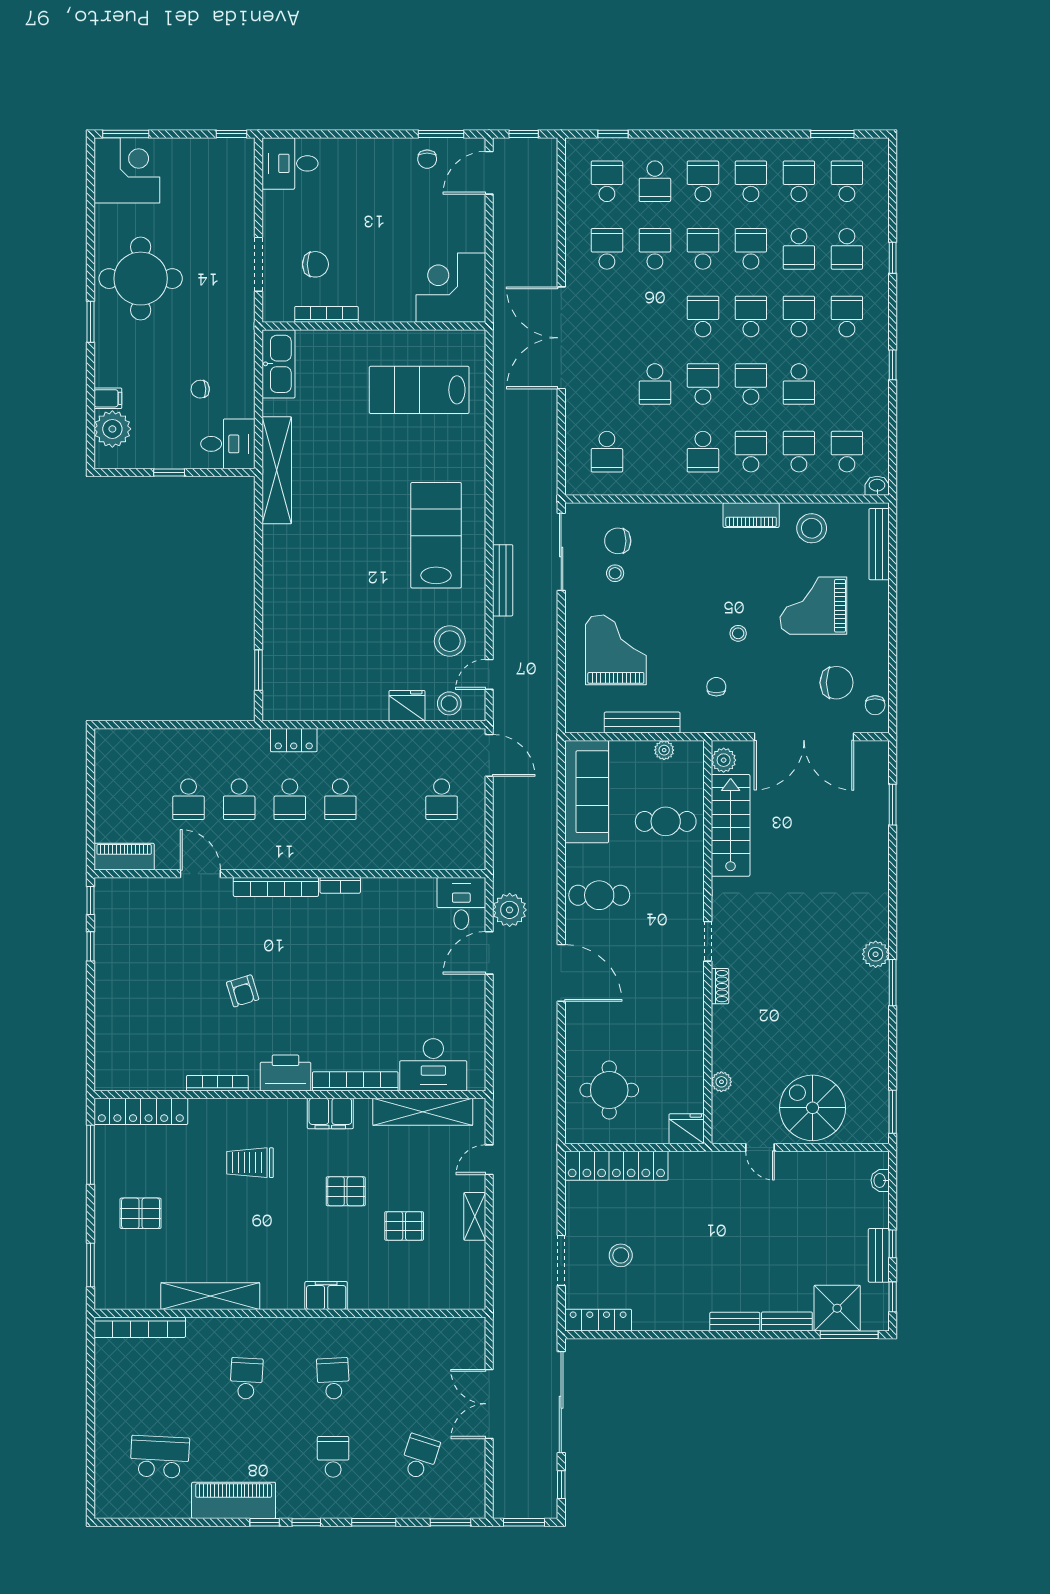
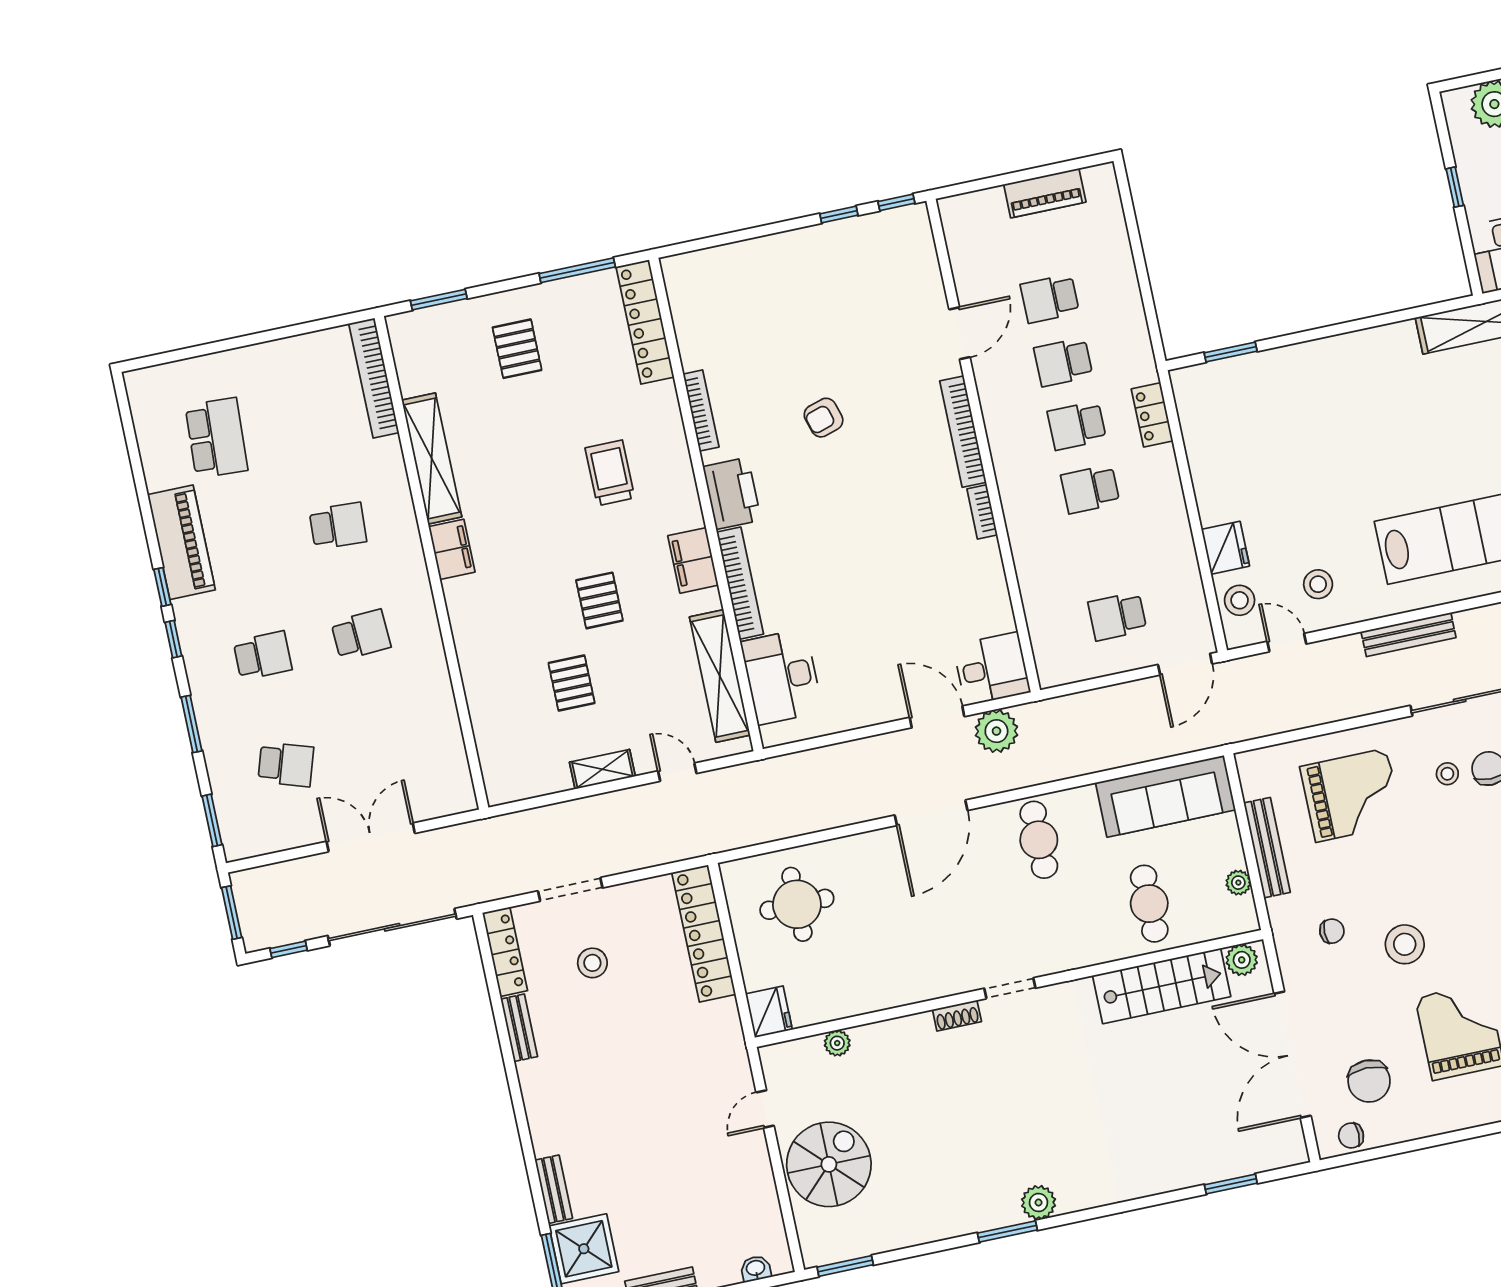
stool: (738, 633) -> (1405, 944), width x1.89, depth x1.89
stool: (450, 641) -> (1318, 584), width x0.73, depth x0.73
piano: (124, 857) -> (1045, 193), moved, turned 90
filing cabinet: (326, 1296) -> (452, 549), moved
bench: (735, 1322) -> (519, 1028), moved

